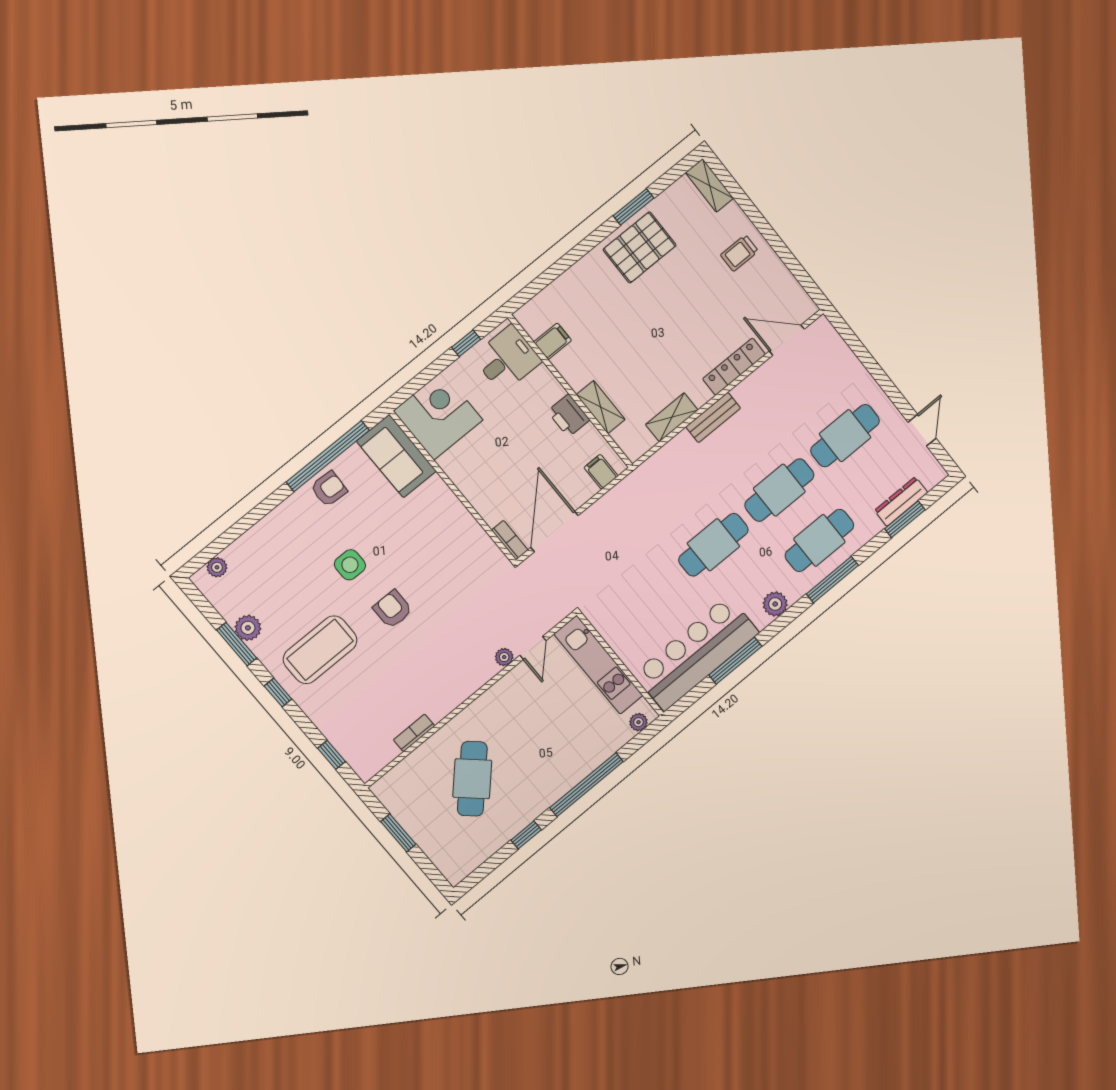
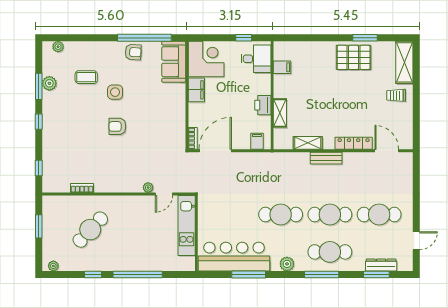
shelving: (709, 185) -> (404, 62), width x1.50, depth x1.33
filing cabinet: (460, 469) -> (196, 90), added
armchair: (393, 609) -> (117, 126), turned -90
coffee table: (320, 650) -> (86, 77), moved, width x0.54, depth x0.58
plant: (639, 722) -> (53, 266), moved

